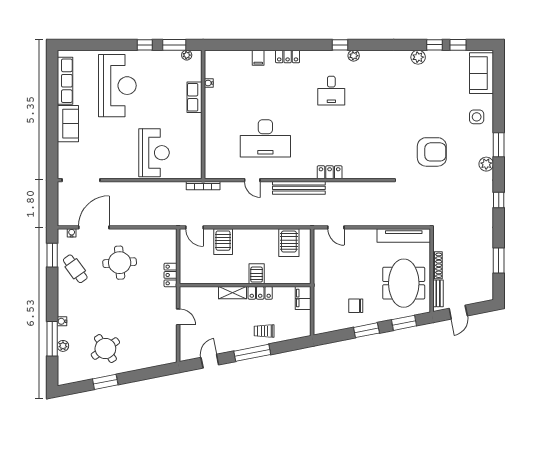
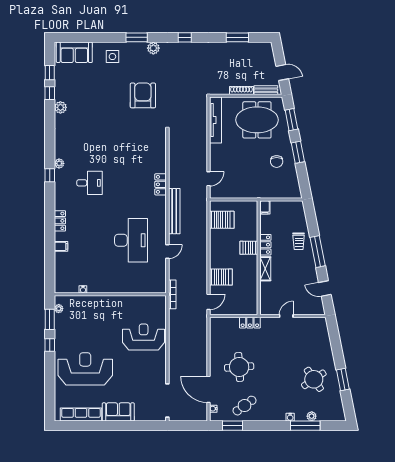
row of seats: (194, 97) -> (95, 302), removed
filing cabinet: (303, 298) -> (265, 207), width x0.50

